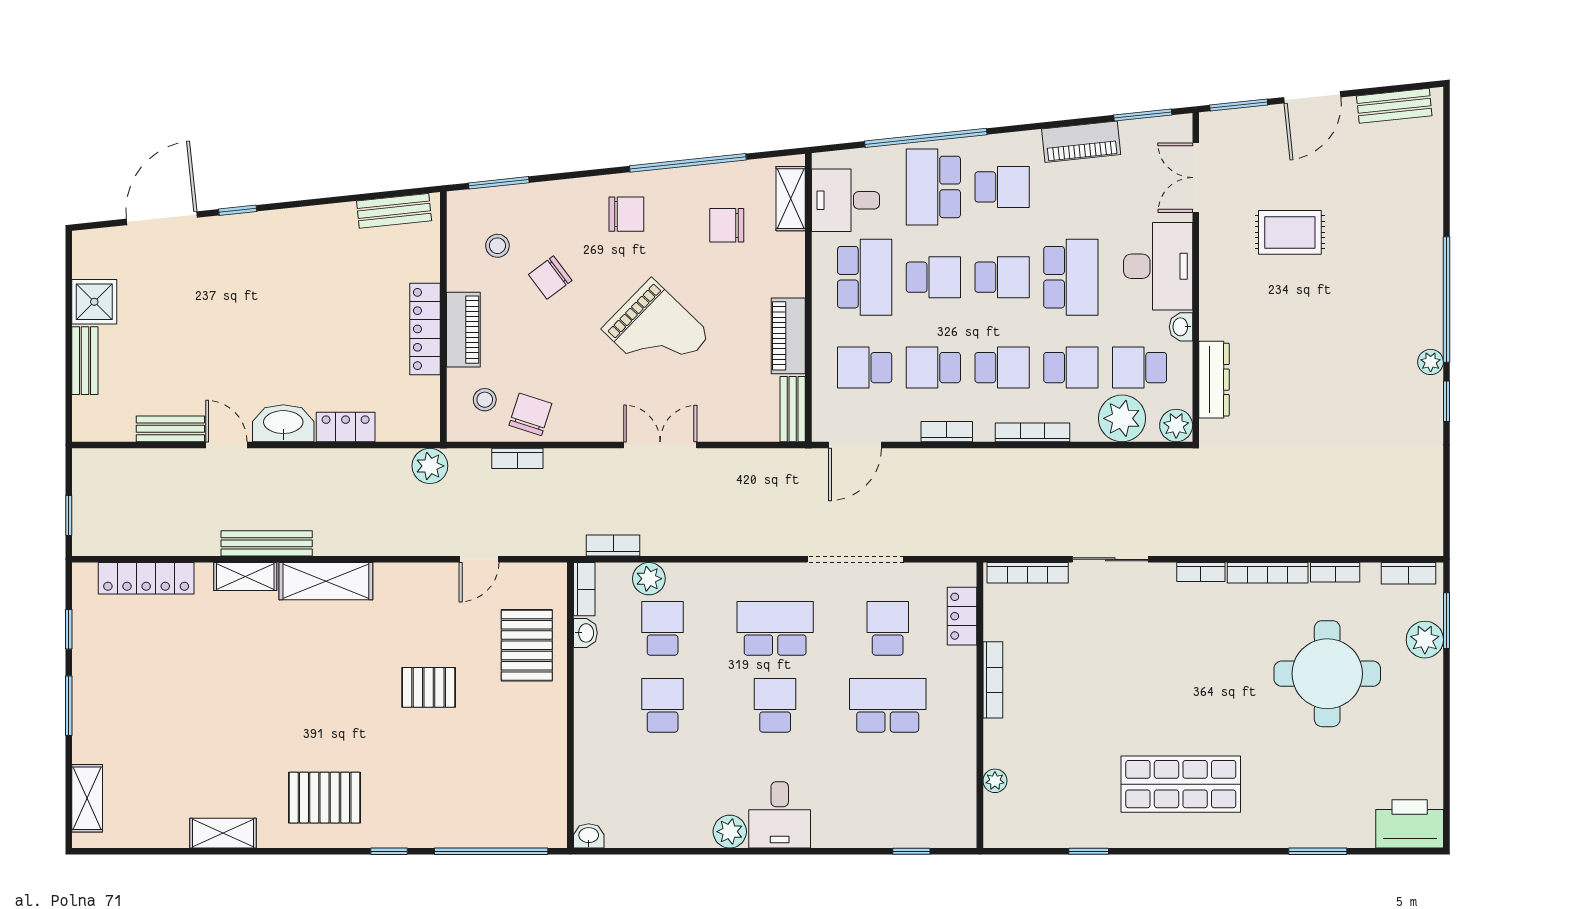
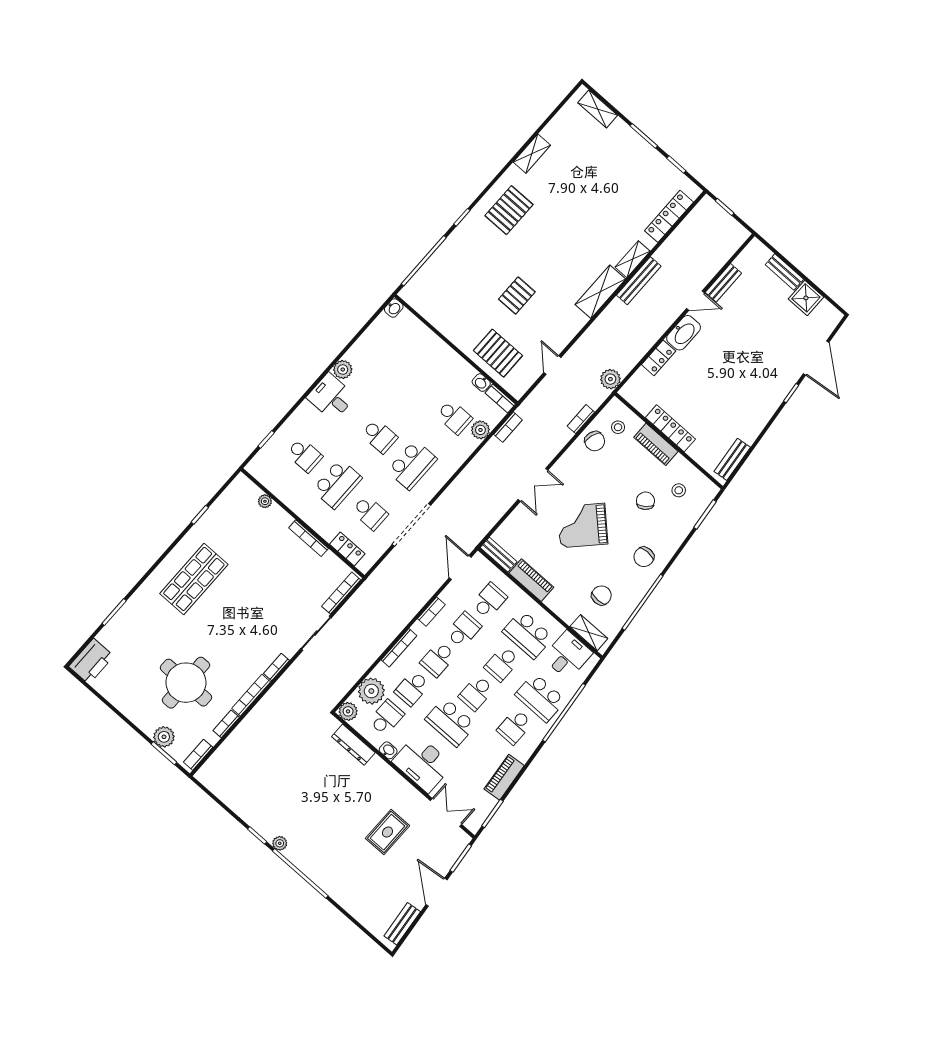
school desk: (933, 187) -> (540, 698), turned 180
school desk: (663, 705) -> (305, 455), moved

